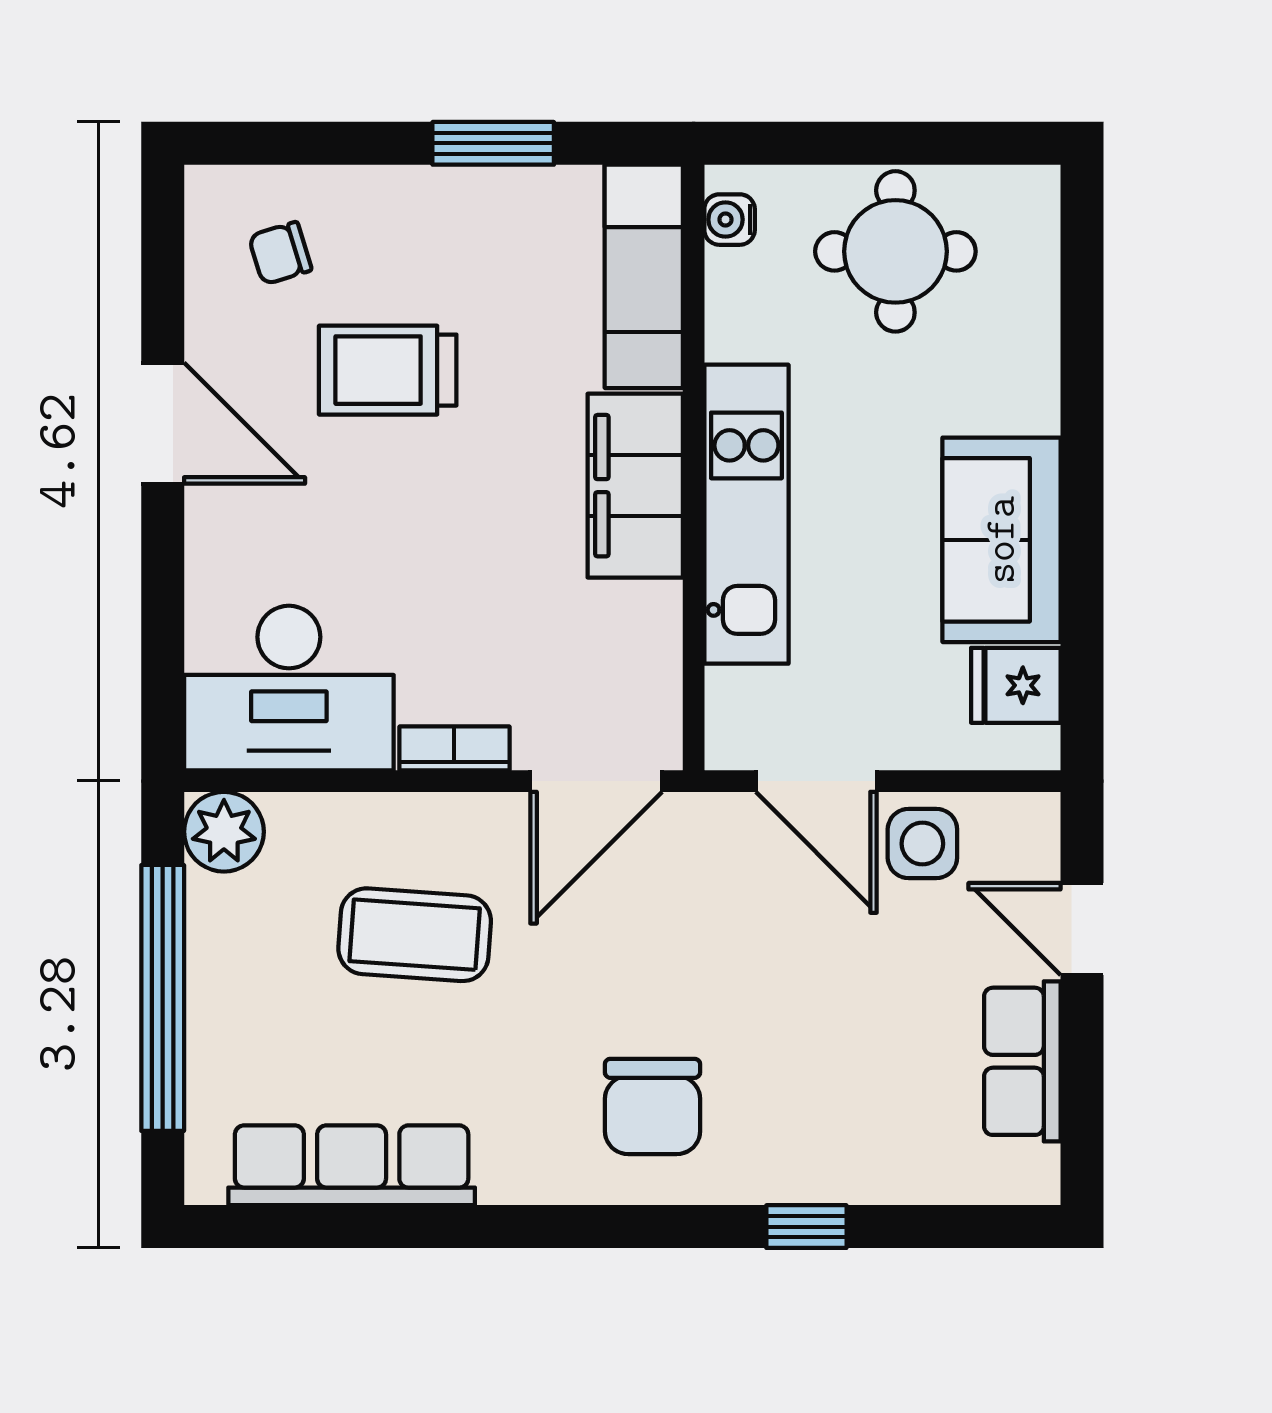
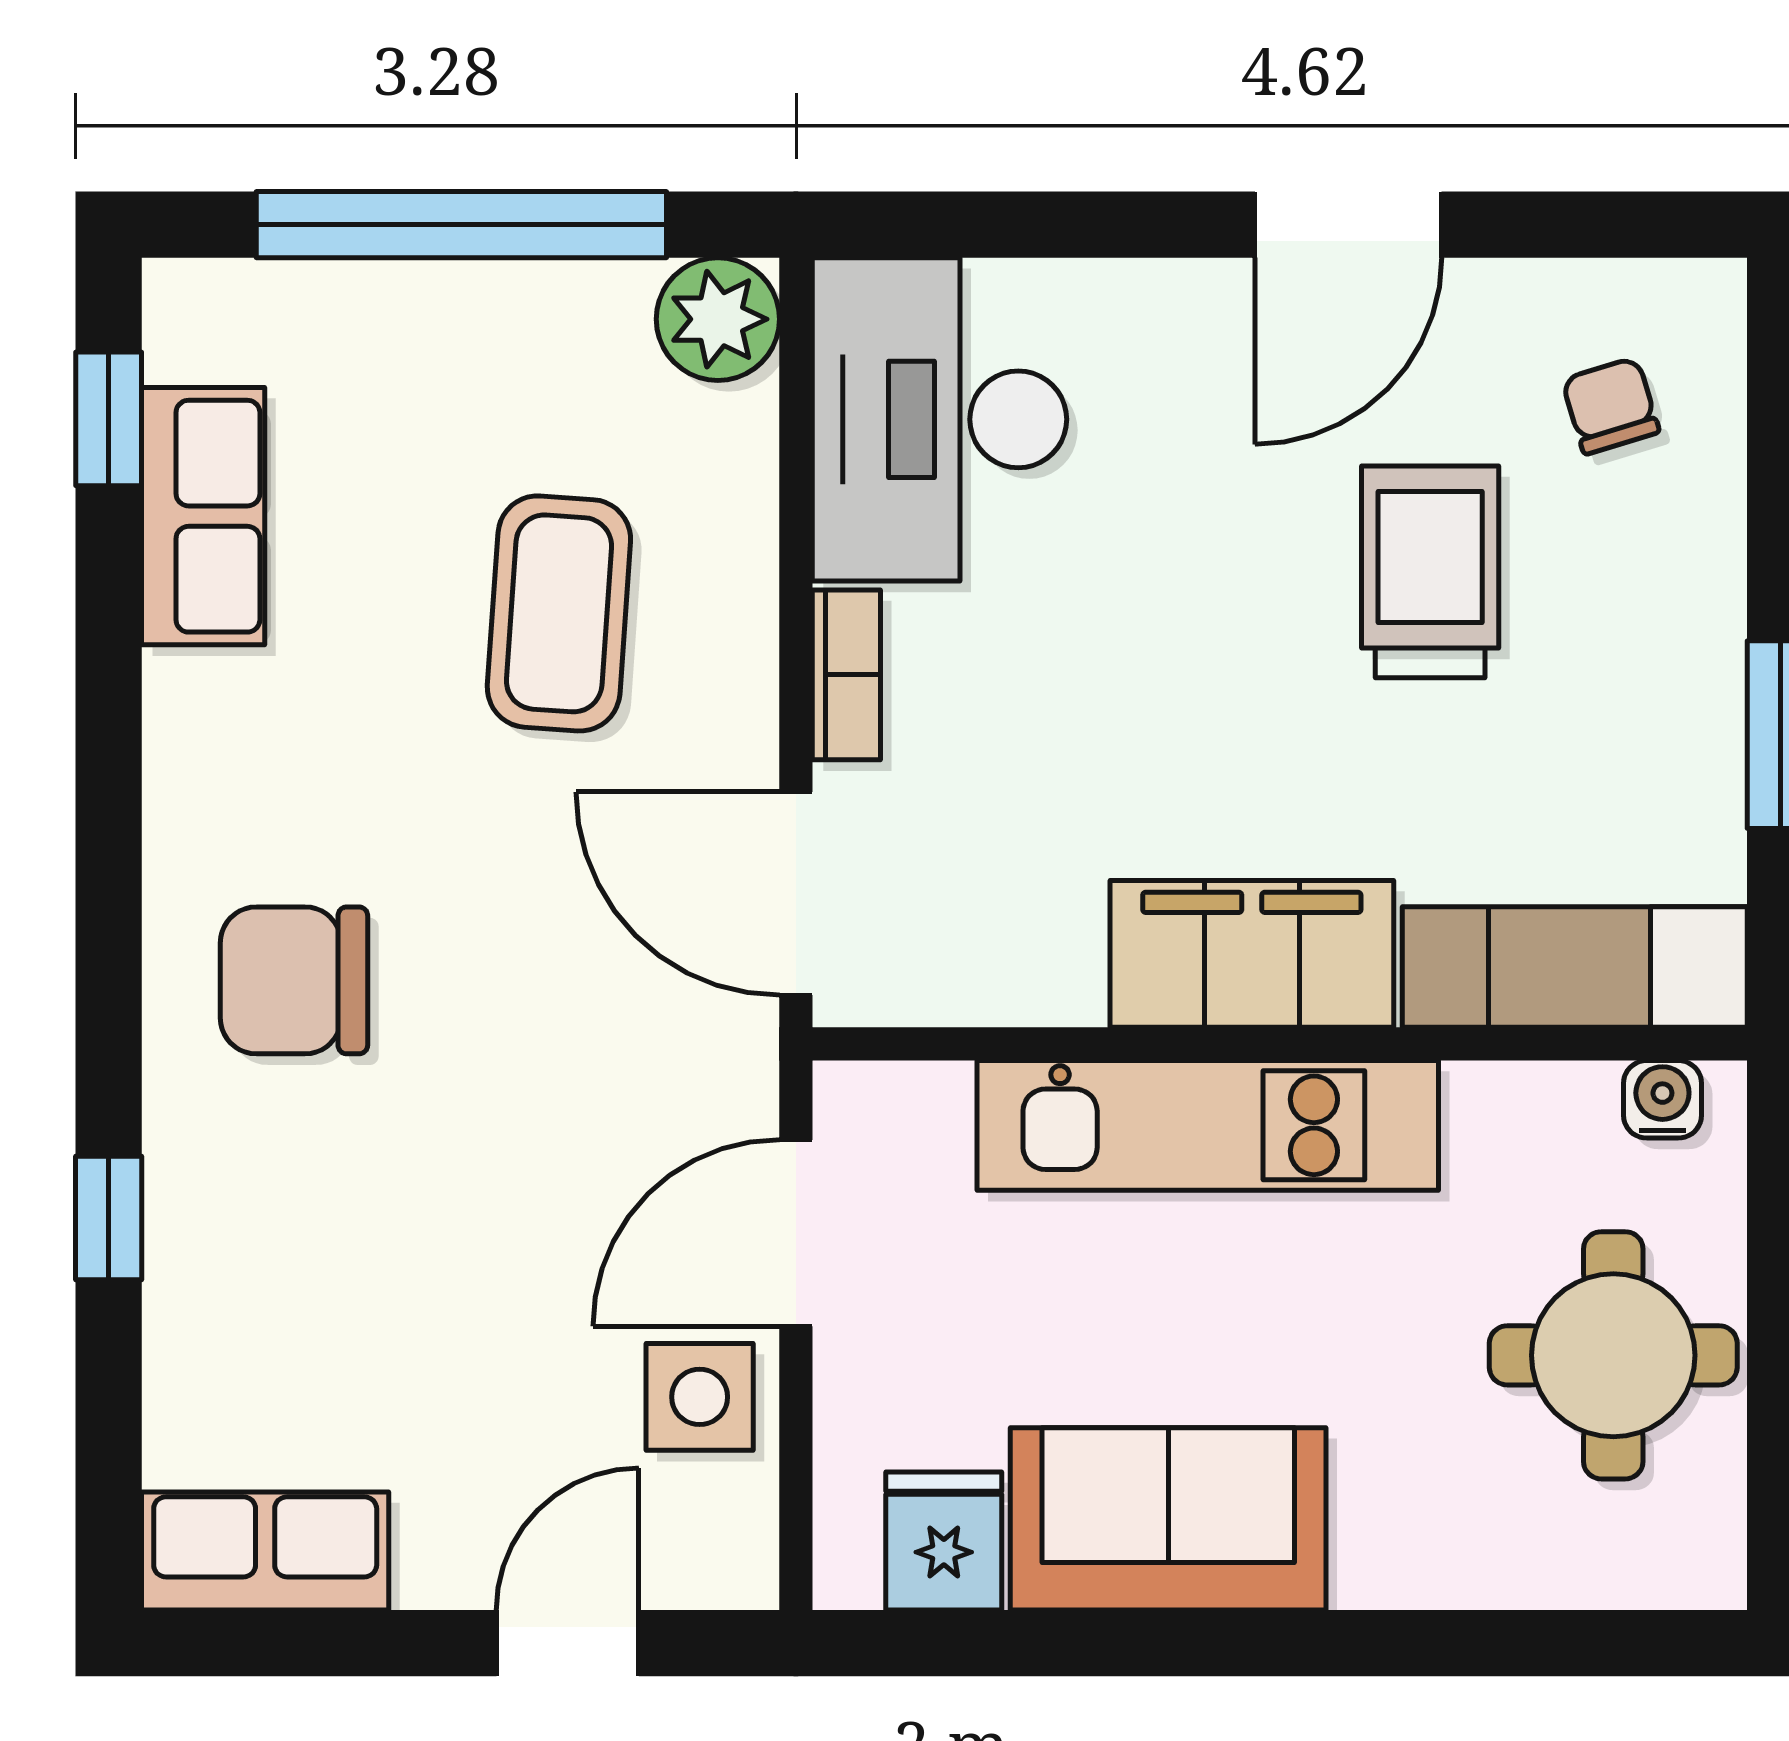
row of seats: (1022, 1061) -> (265, 1551), moved
row of seats: (352, 1165) -> (203, 516), width x0.68
window: (289, 1227) -> (109, 419), added

